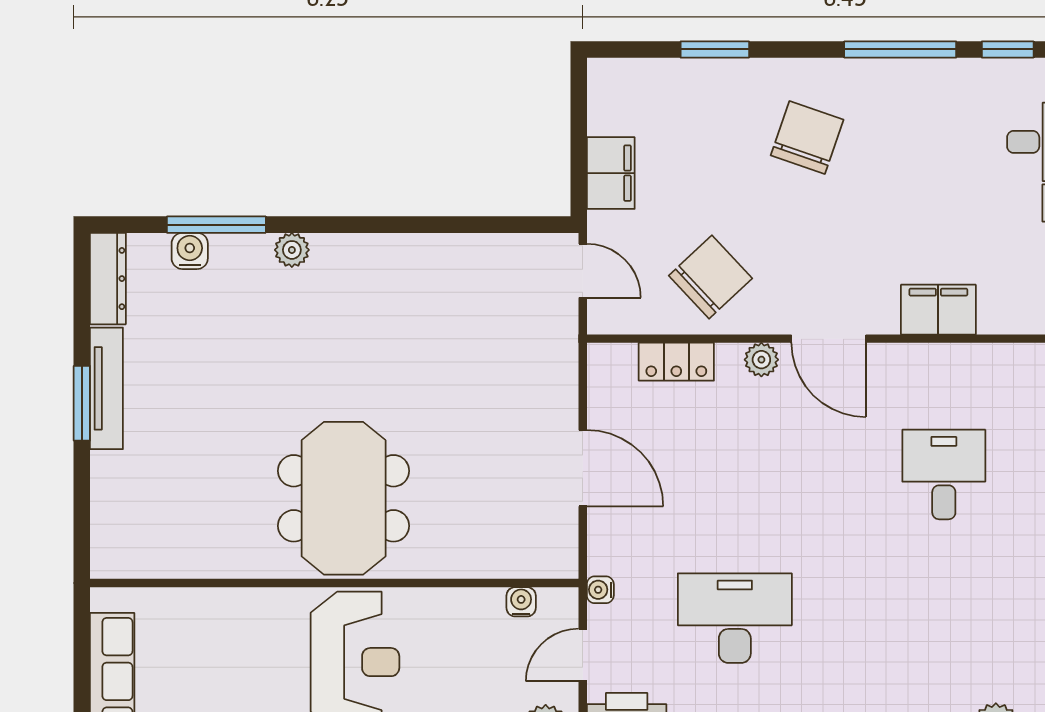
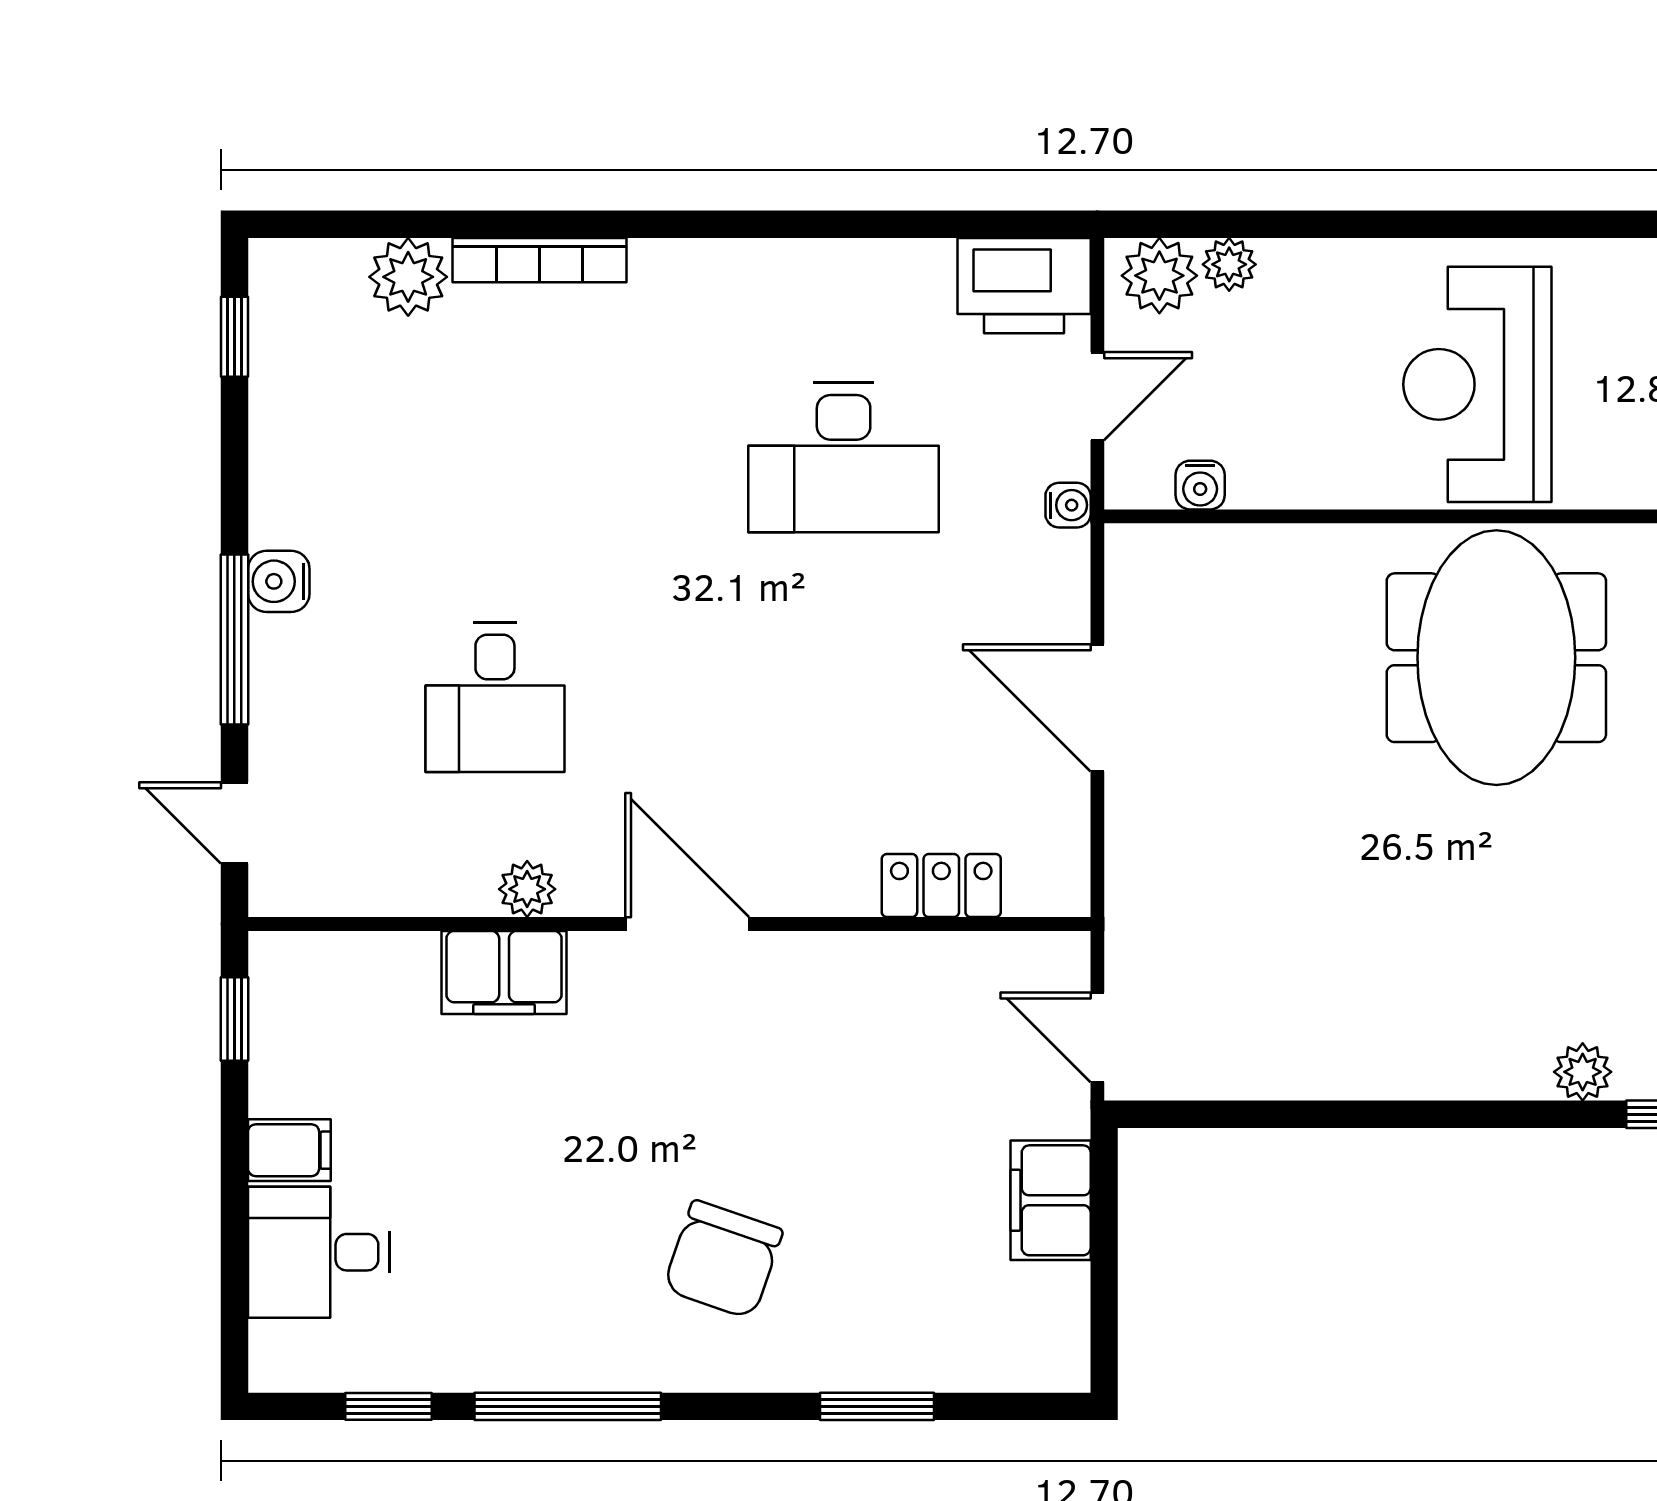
chair: (710, 277) -> (884, 1027), removed
plant: (761, 360) -> (527, 889), moved

